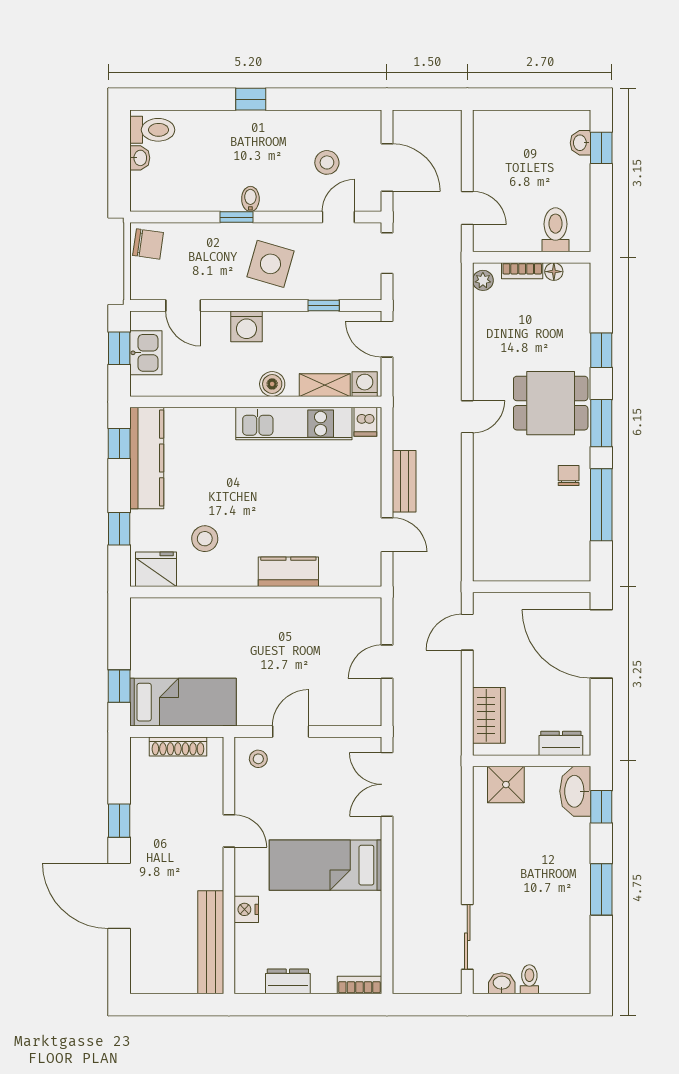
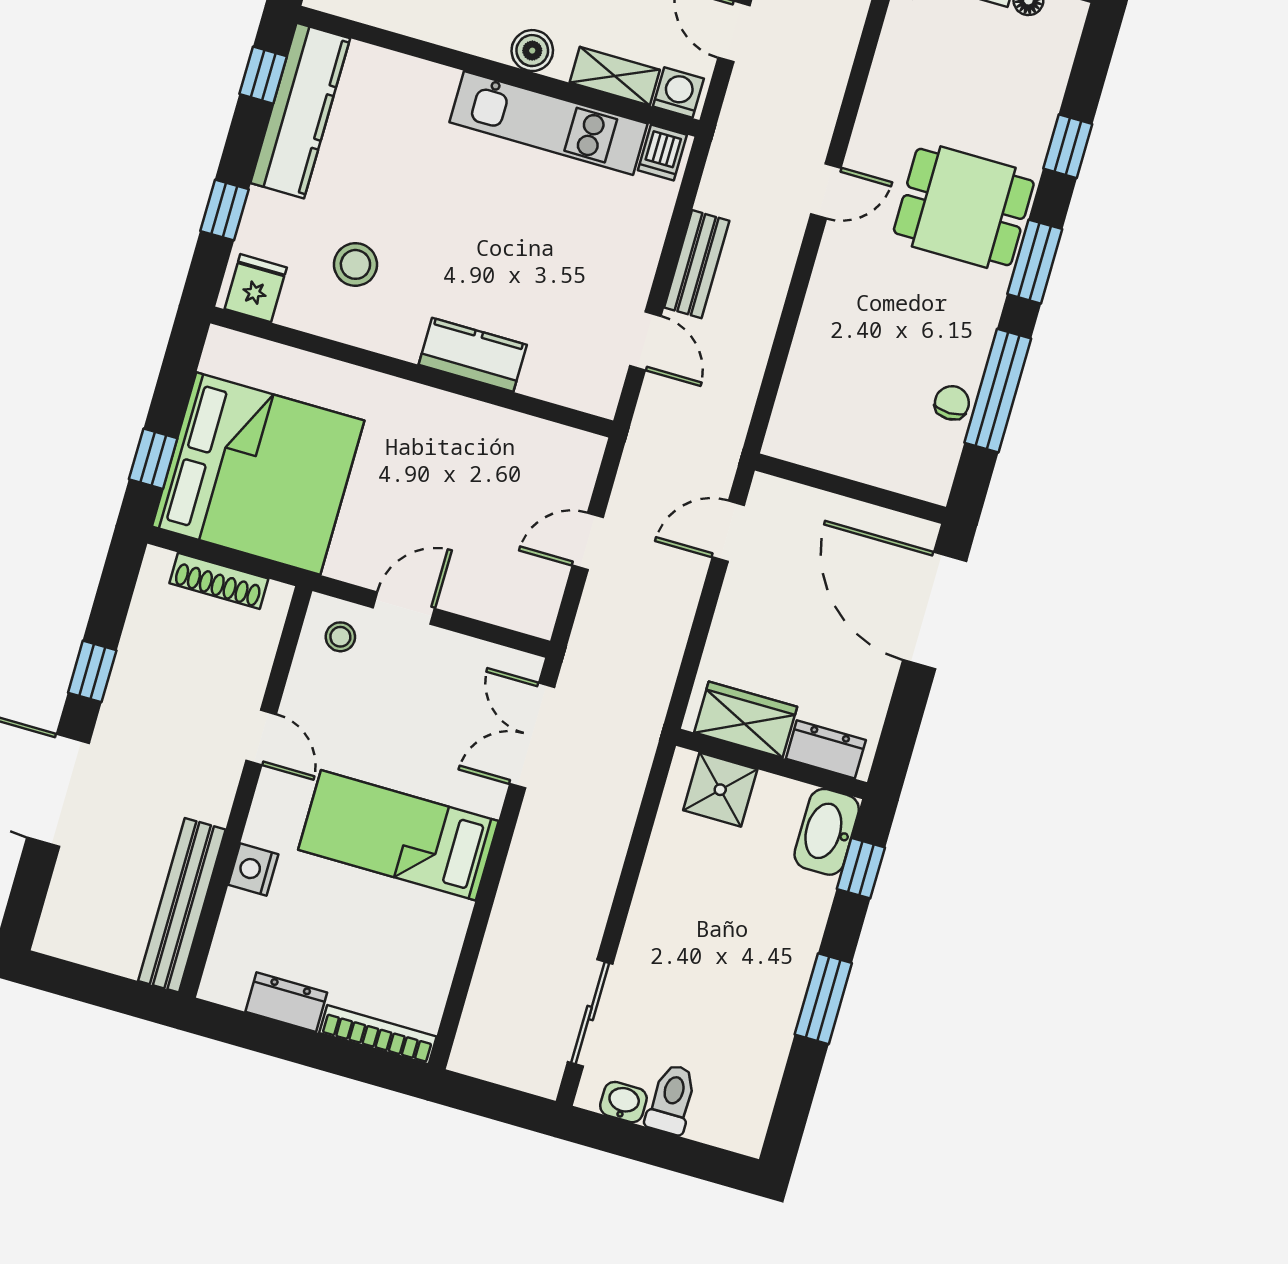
chair: (569, 476) -> (952, 403), moved
fridge: (156, 569) -> (256, 288), width x0.72
bed: (183, 702) -> (258, 474), width x2.04
wardrobe: (489, 715) -> (746, 720), moved, turned -90
toilet: (529, 979) -> (671, 1099), width x1.37, depth x1.39
bookcase: (359, 985) -> (378, 1035), width x1.56

